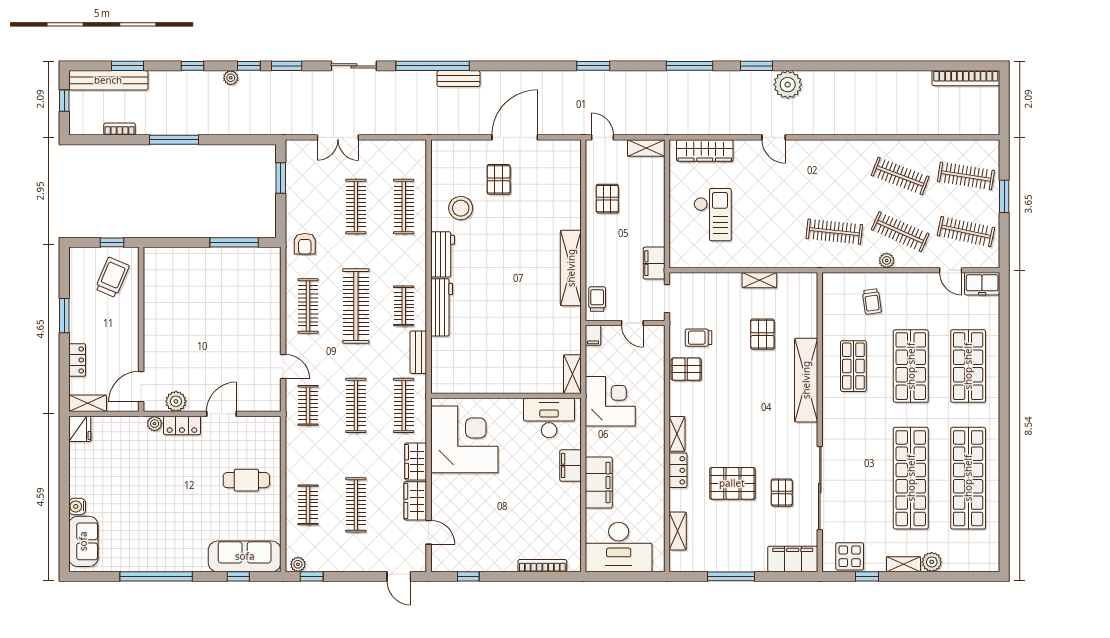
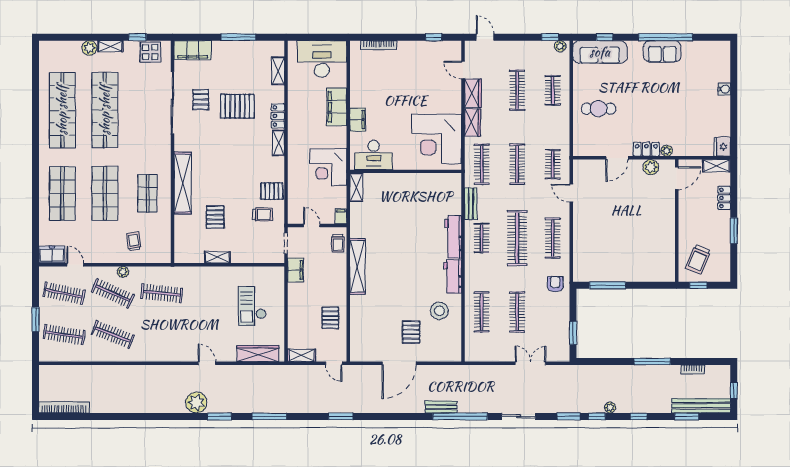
sofa: (83, 541) -> (662, 51), moved, turned -90

